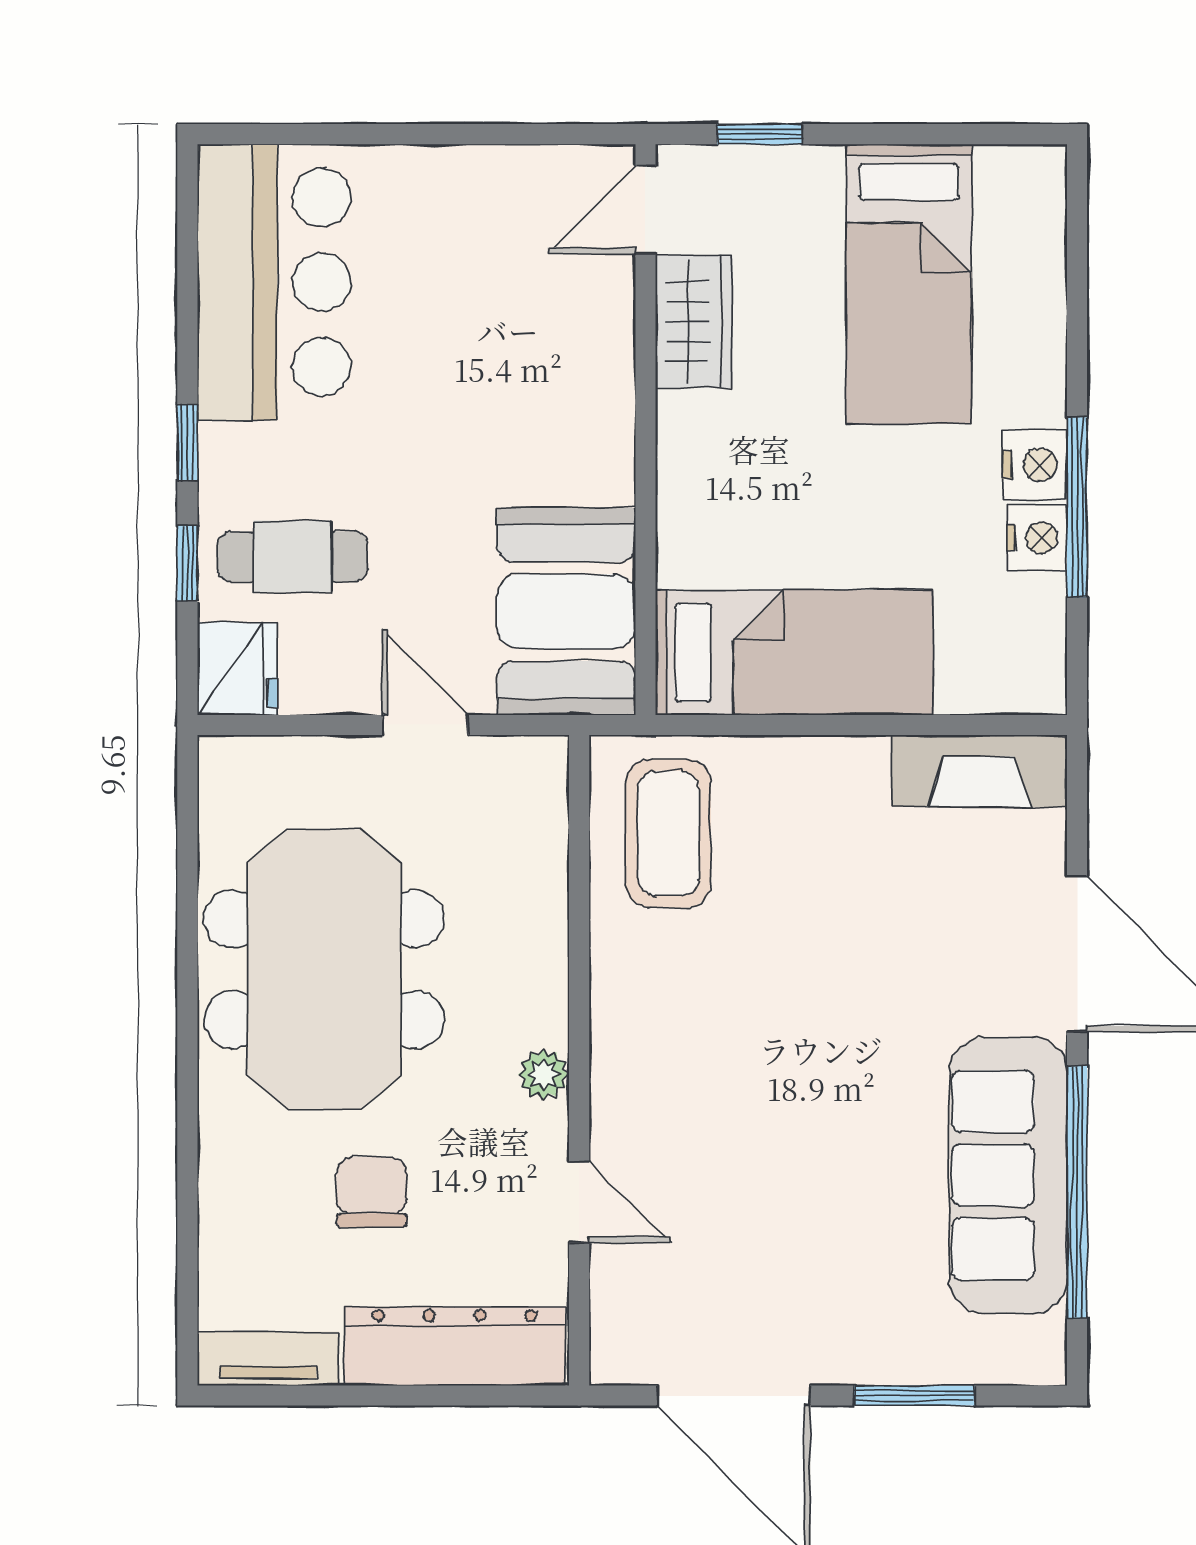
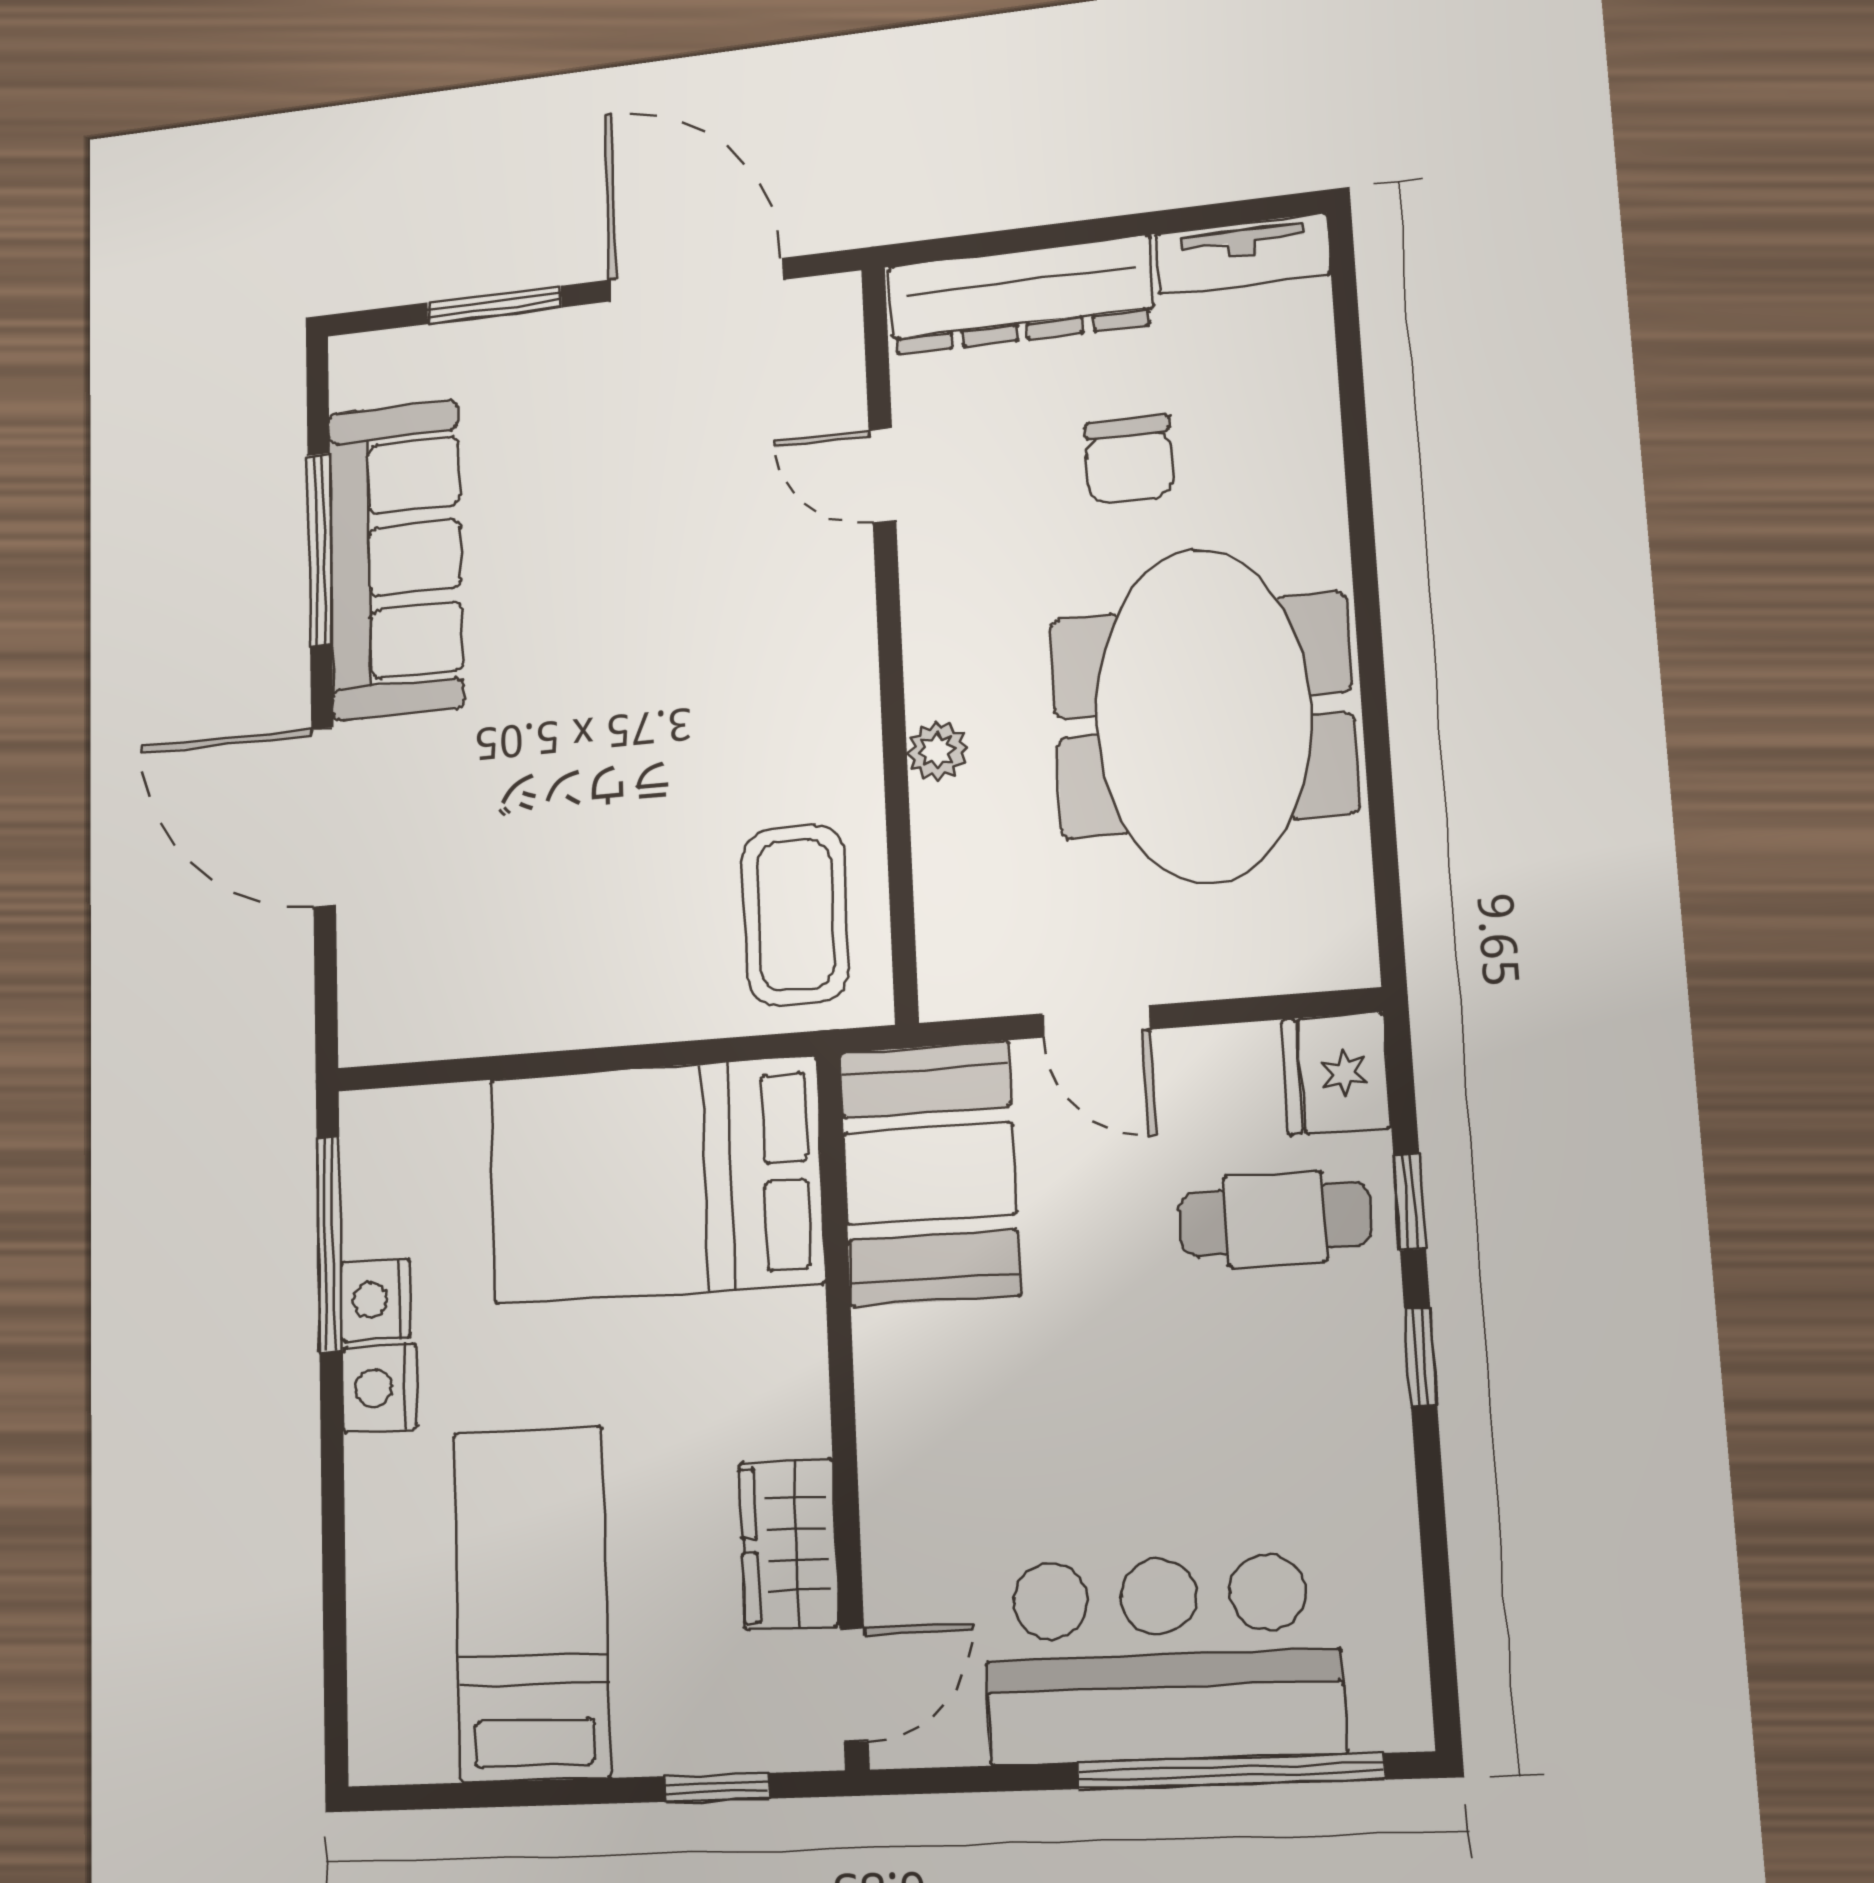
window: (354, 134) -> (1230, 1771), added
bar counter: (274, 282) -> (1162, 1659), moved, turned 90
window: (1077, 507) -> (329, 1244), moved
bed: (794, 653) -> (655, 1180), width x1.50
fireplace: (979, 771) -> (437, 1018), removed
plant: (544, 1074) -> (937, 751), moved
window: (1077, 1192) -> (320, 549), width x0.68

